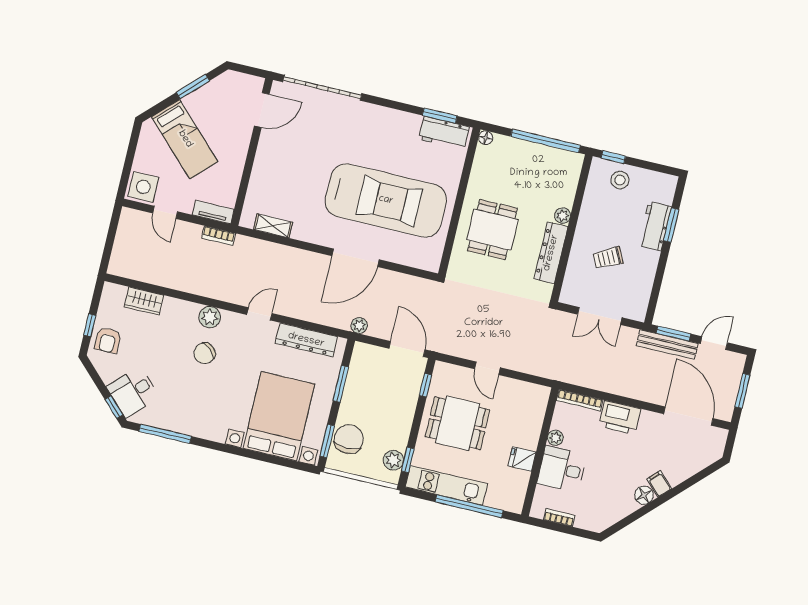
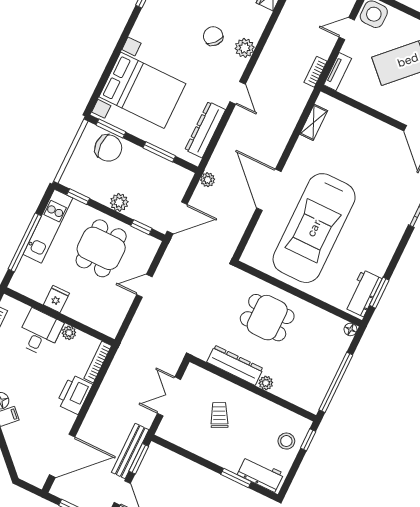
workbench: (655, 226) -> (261, 474), moved
plant: (393, 460) -> (119, 202), moved

